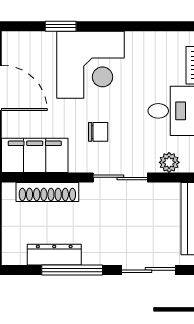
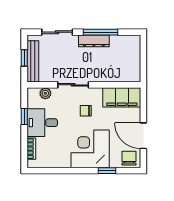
chair: (22, 48) -> (129, 158), added
shoe rack: (47, 192) -> (115, 77), removed
dresser: (54, 255) -> (94, 41), moved

